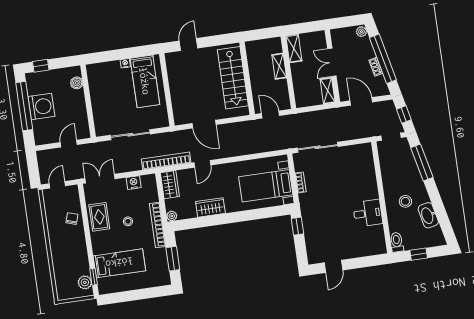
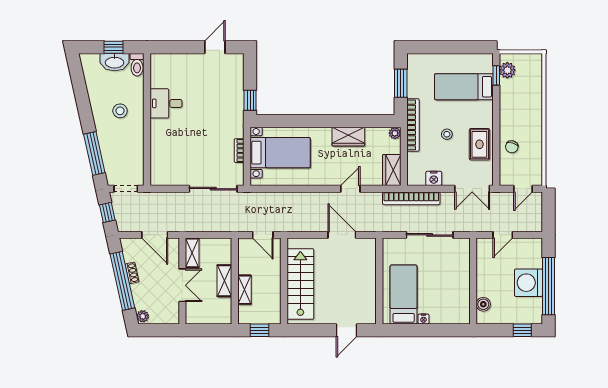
window: (262, 34) -> (260, 330), added
shelving: (294, 48) -> (224, 281), moved
bookcase: (166, 161) -> (411, 198), moved
washbasin: (428, 215) -> (115, 62), moved, turned 102

